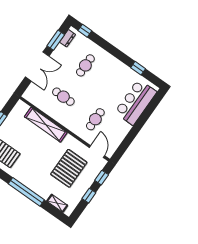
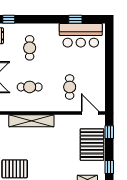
bar counter: (136, 102) -> (81, 35), moved, turned -90
pallet: (69, 168) -> (92, 145), moved
window: (89, 196) -> (109, 167), moved

